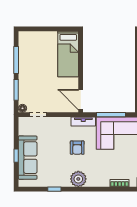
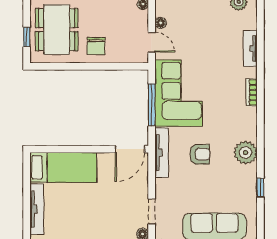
tv unit: (40, 36) -> (37, 209), added
tv unit: (83, 121) -> (162, 153), width x1.41

